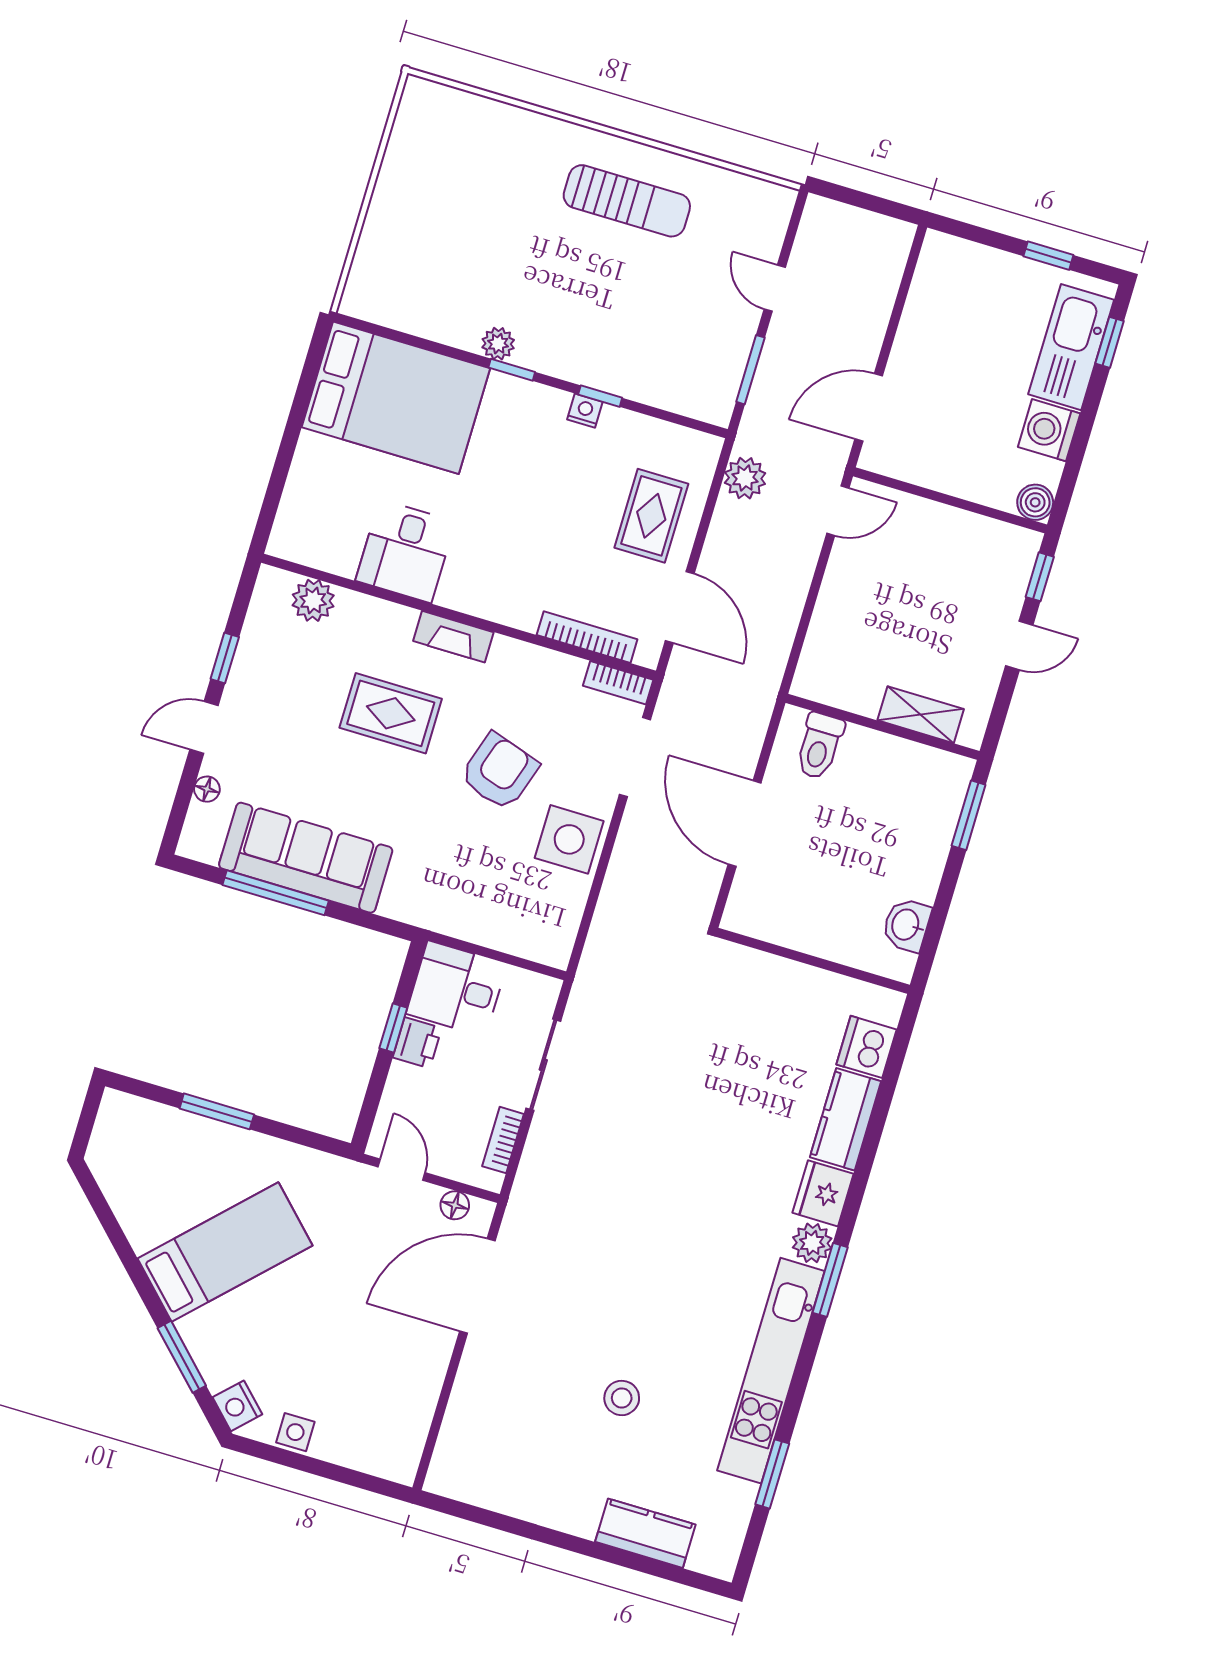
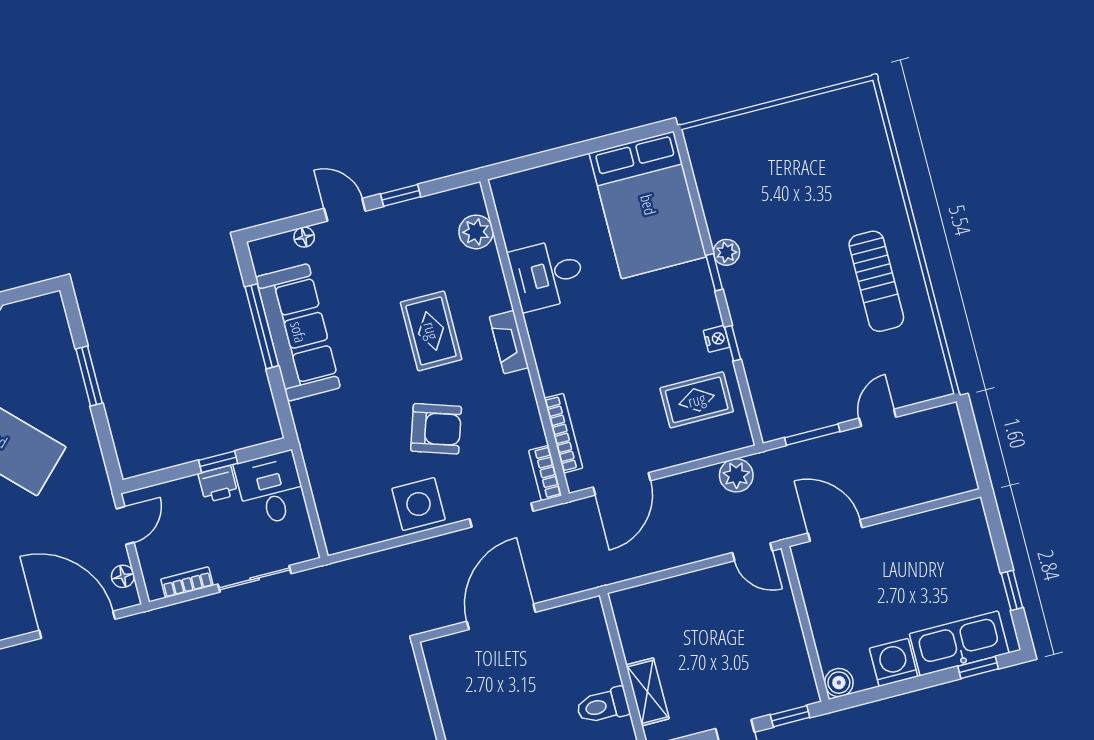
rug: (651, 516) -> (697, 400), moved
toilet: (819, 746) -> (603, 706), moved

